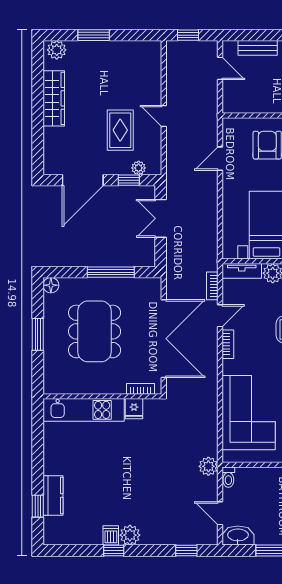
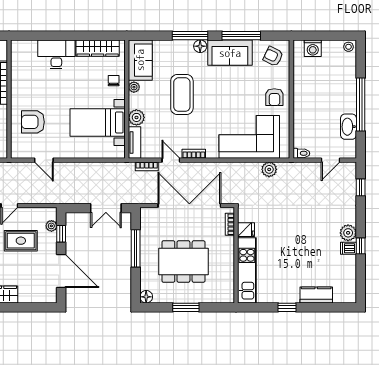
double door: (161, 218) -> (106, 208), moved
plant: (208, 466) -> (269, 169), moved
window: (38, 506) -> (287, 307), moved
washbasin: (238, 536) -> (348, 127), moved

